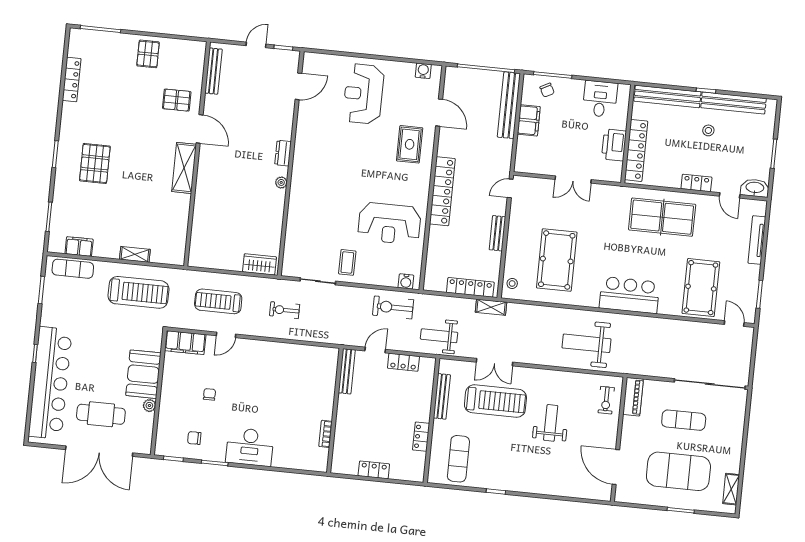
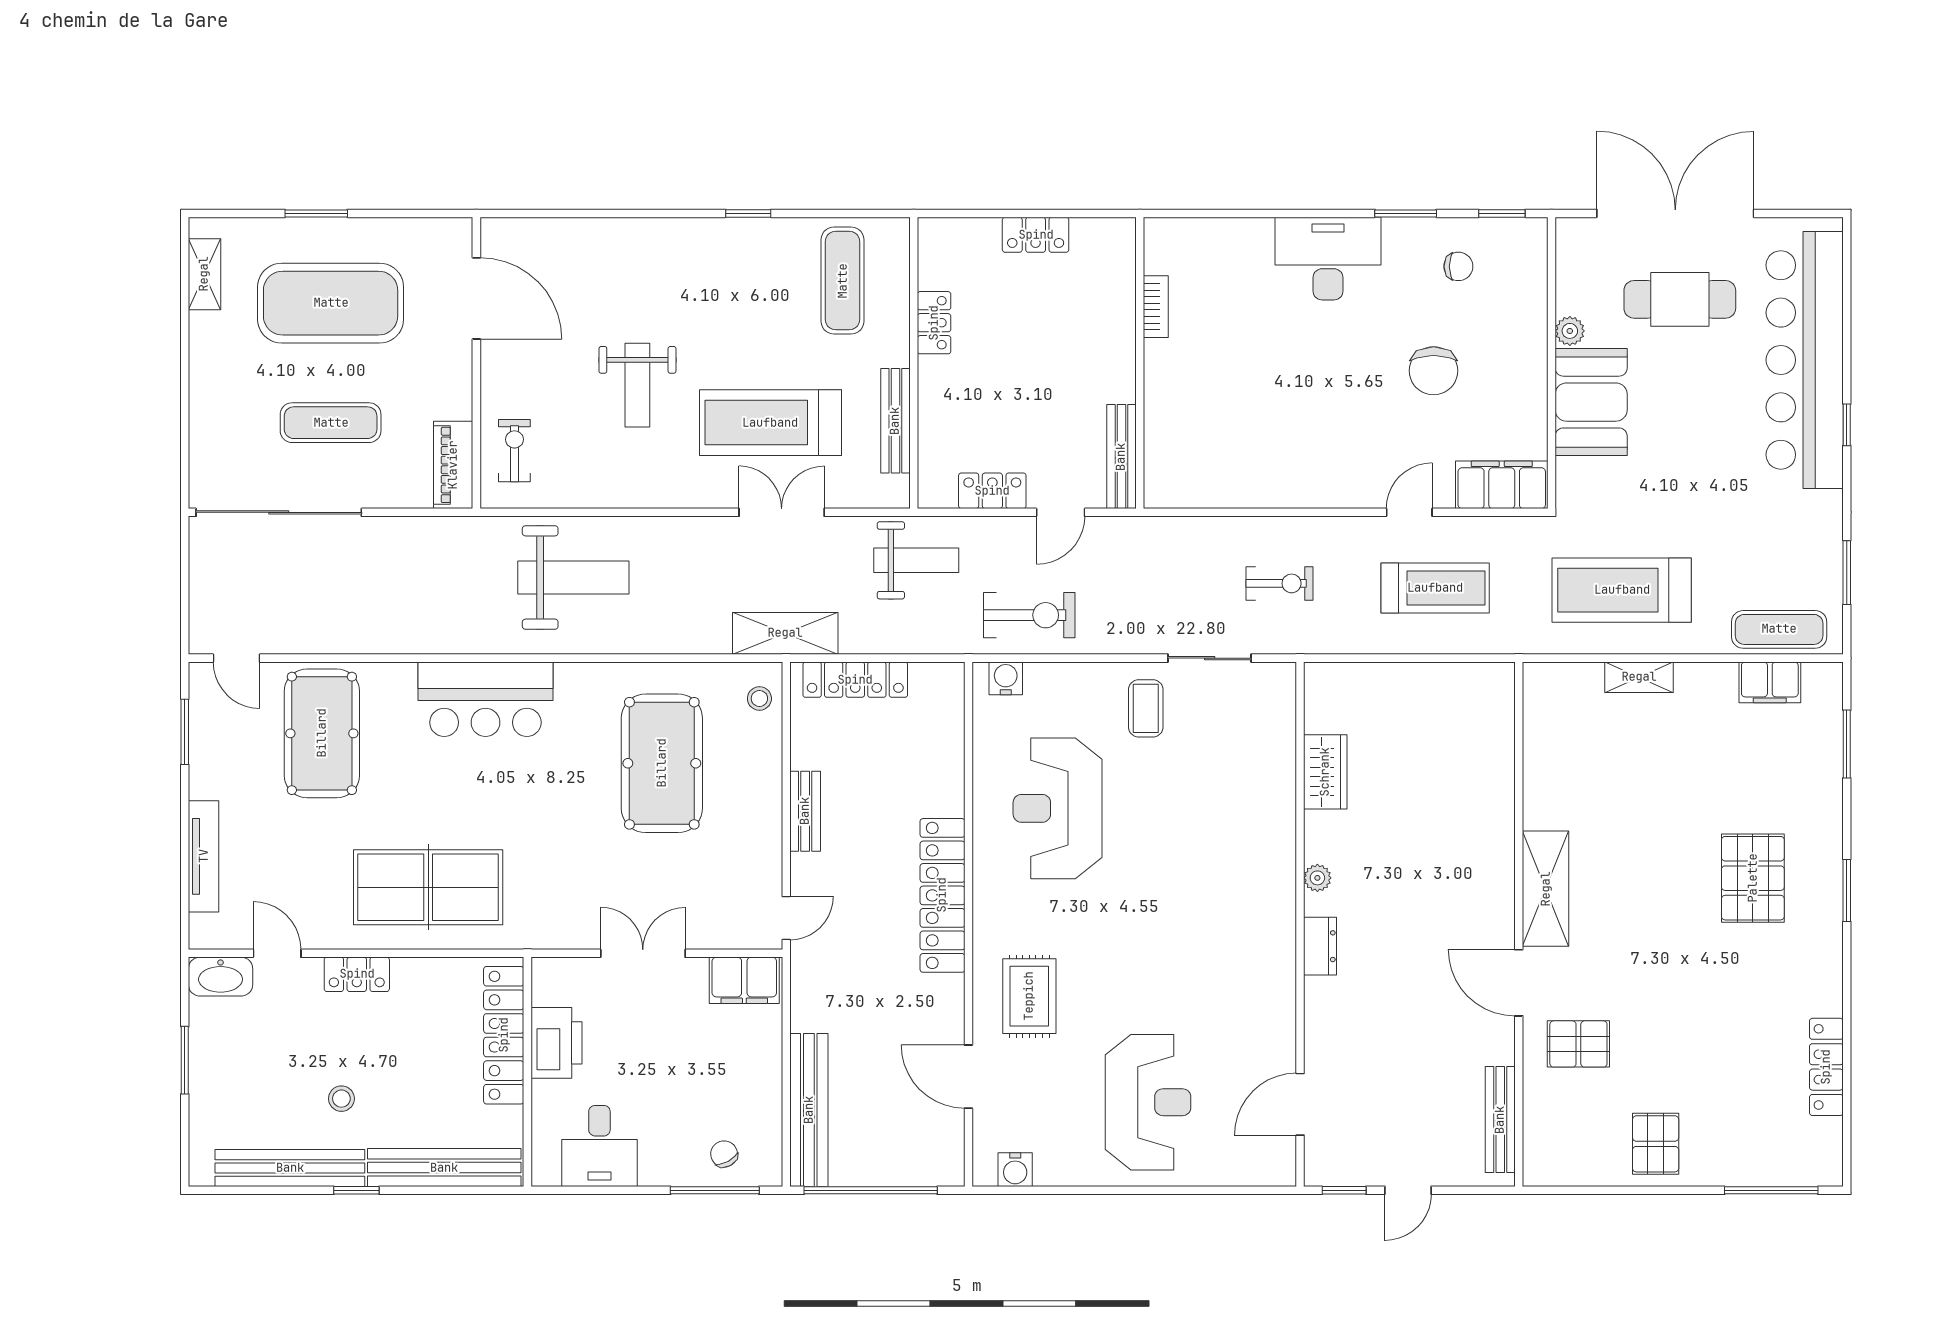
filing cabinet: (529, 120) -> (744, 980), moved, turned -90
reception desk: (389, 224) -> (1058, 808), turned -90
wardrobe: (260, 264) -> (1325, 772), moved, turned -90
shelving: (491, 307) -> (785, 633), width x1.50, depth x1.33
chair: (209, 394) -> (1434, 371), width x1.87, depth x1.87

